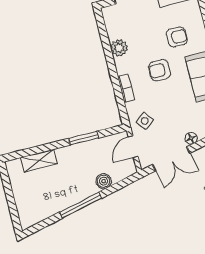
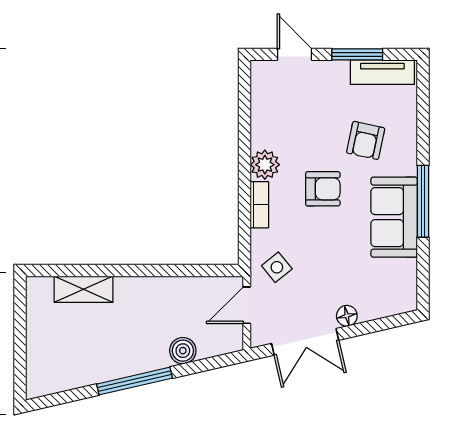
armchair: (177, 37) -> (366, 140), turned 102
plant: (119, 48) -> (265, 165), moved
armchair: (160, 70) -> (323, 189), turned 180
window: (83, 138) -> (167, 270), removed

